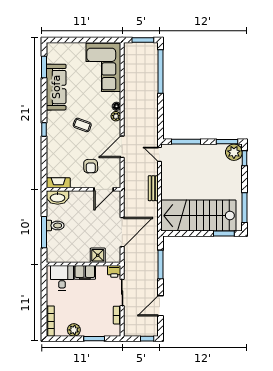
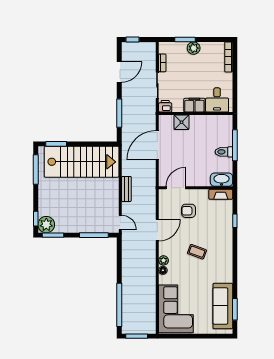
sofa: (56, 87) -> (223, 306), moved
window: (44, 129) -> (235, 221), moved
armchair: (91, 166) -> (189, 211), turned -88
plant: (74, 330) -> (194, 48), moved

